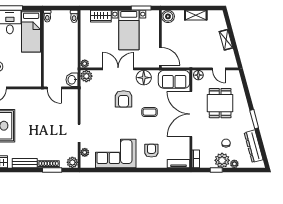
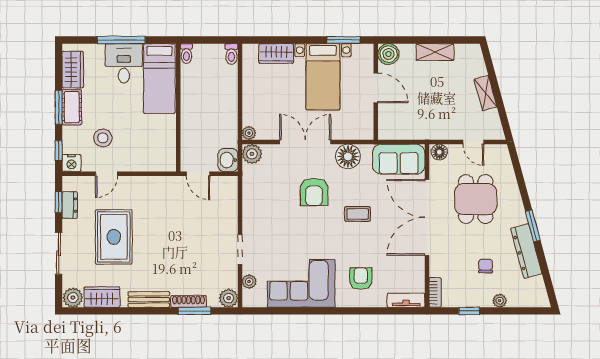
door: (160, 56) -> (376, 88), moved
dresser: (254, 146) -> (526, 251), moved
plant: (222, 160) -> (479, 295), removed

